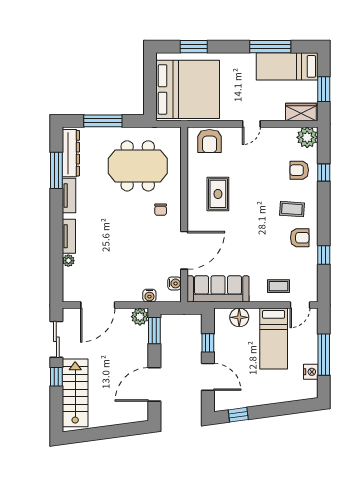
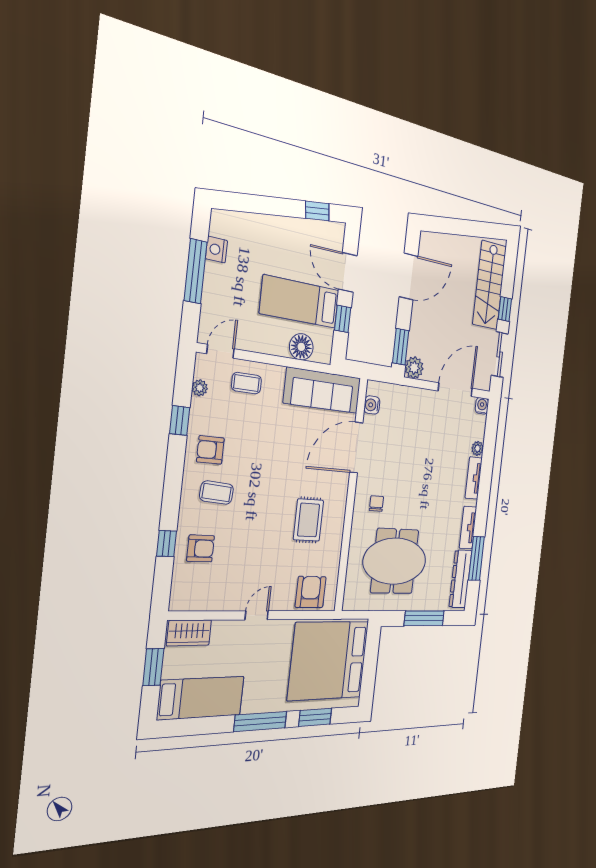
window: (270, 47) -> (260, 721), moved
plant: (307, 137) -> (200, 388), moved, width x0.53, depth x0.53
water cooler: (149, 296) -> (482, 406), moved
bed: (274, 338) -> (300, 302), moved, turned -90

